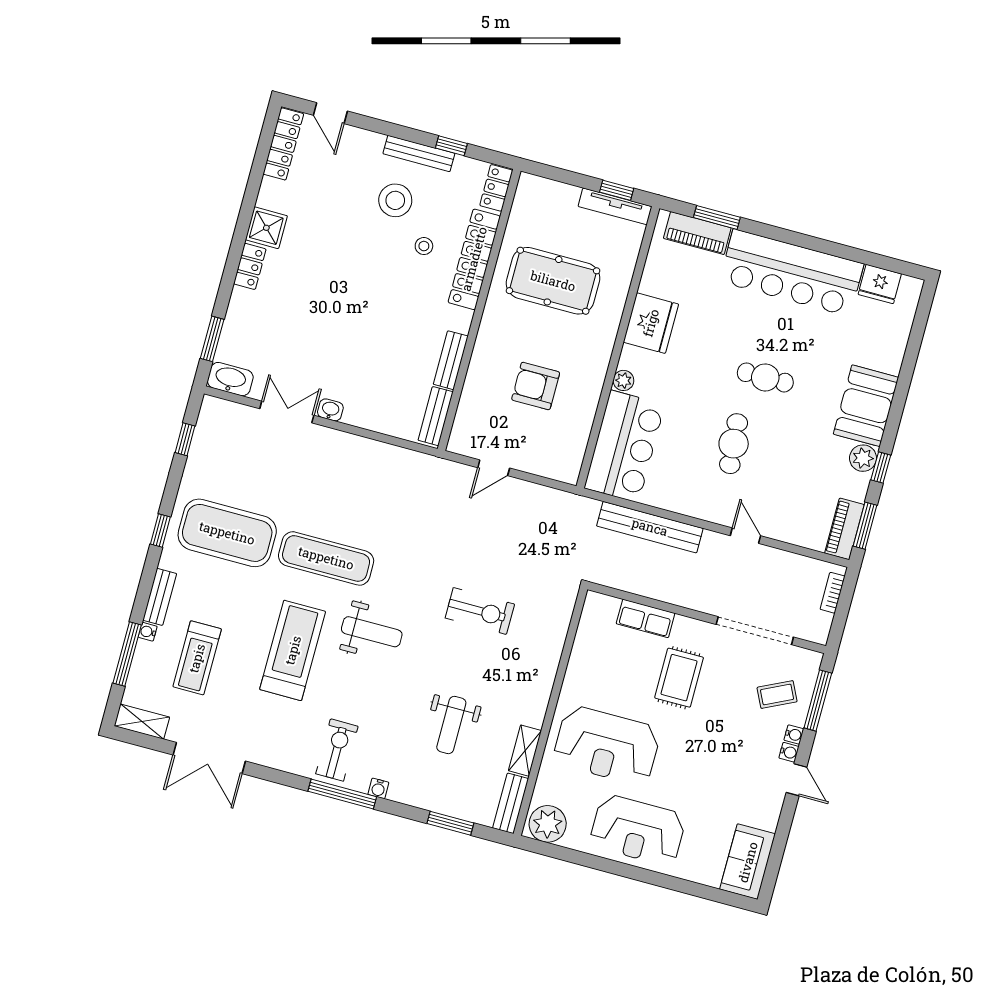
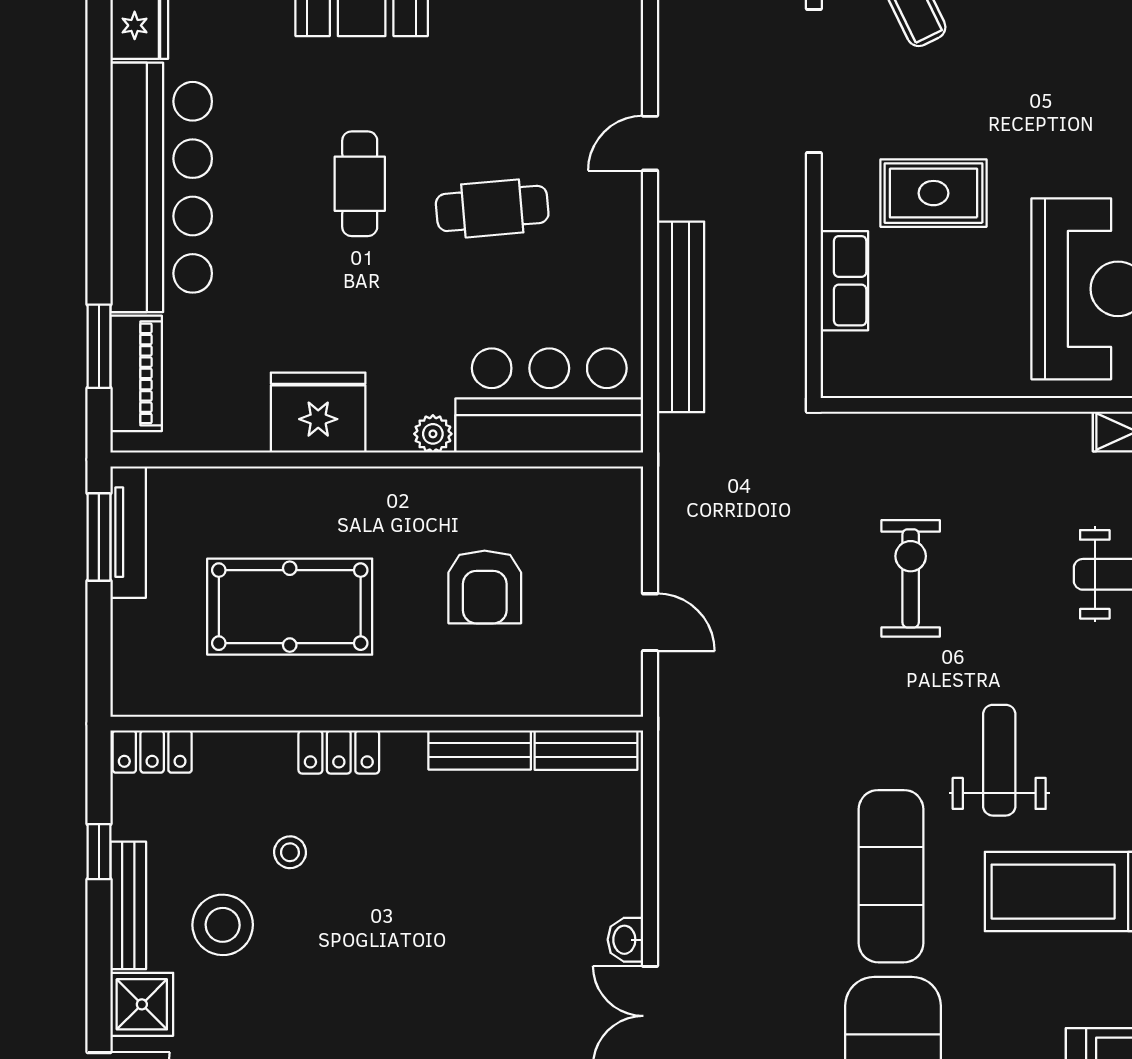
shower: (365, 147) -> (142, 1004), added
window: (617, 190) -> (99, 537), width x1.50
locker: (474, 259) -> (339, 752), width x0.46, depth x0.83
pool table: (553, 281) -> (290, 607), turned 90

